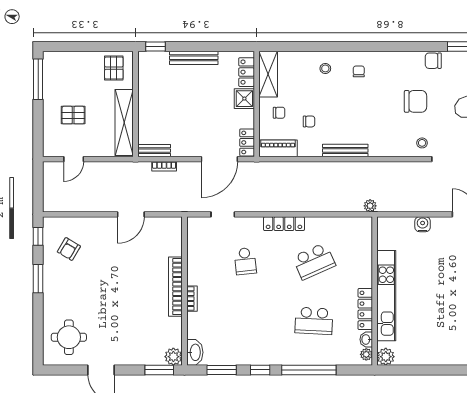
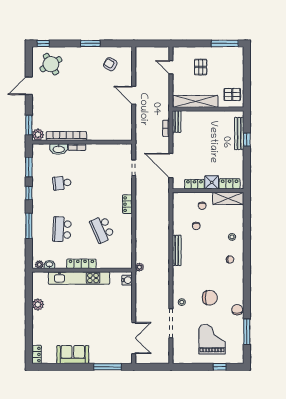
window: (156, 46) -> (247, 140), moved
bench: (194, 58) -> (239, 134), moved
chair: (416, 101) -> (210, 298), turned -90
locker: (247, 142) -> (194, 184), moved
piano: (278, 148) -> (178, 205), removed
door: (131, 214) -> (134, 95), moved
locker: (284, 224) -> (127, 204), width x0.66
water cooler: (423, 224) -> (127, 280), moved
window: (38, 236) -> (43, 43), moved
school desk: (245, 261) -> (62, 183), moved
bookcase: (175, 287) -> (66, 136), moved
locker: (365, 309) -> (81, 264), moved
round table: (69, 337) -> (51, 64), turned -30
washbasin: (195, 352) -> (59, 149), moved
plant: (386, 357) -> (38, 304), moved
window: (309, 370) -> (29, 226), width x0.68

